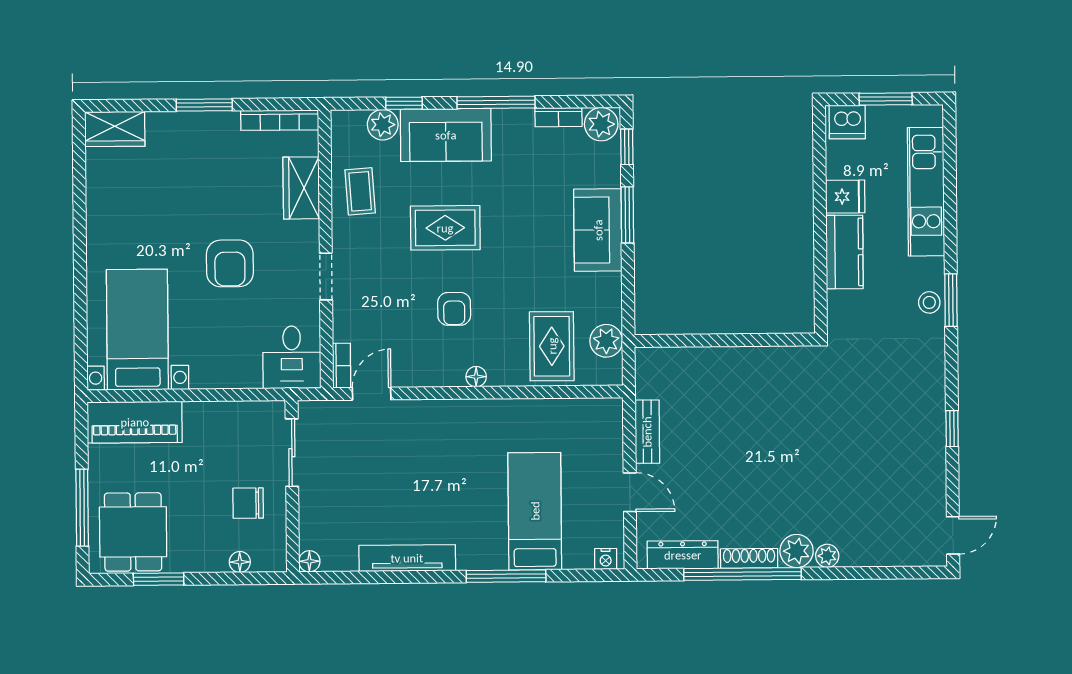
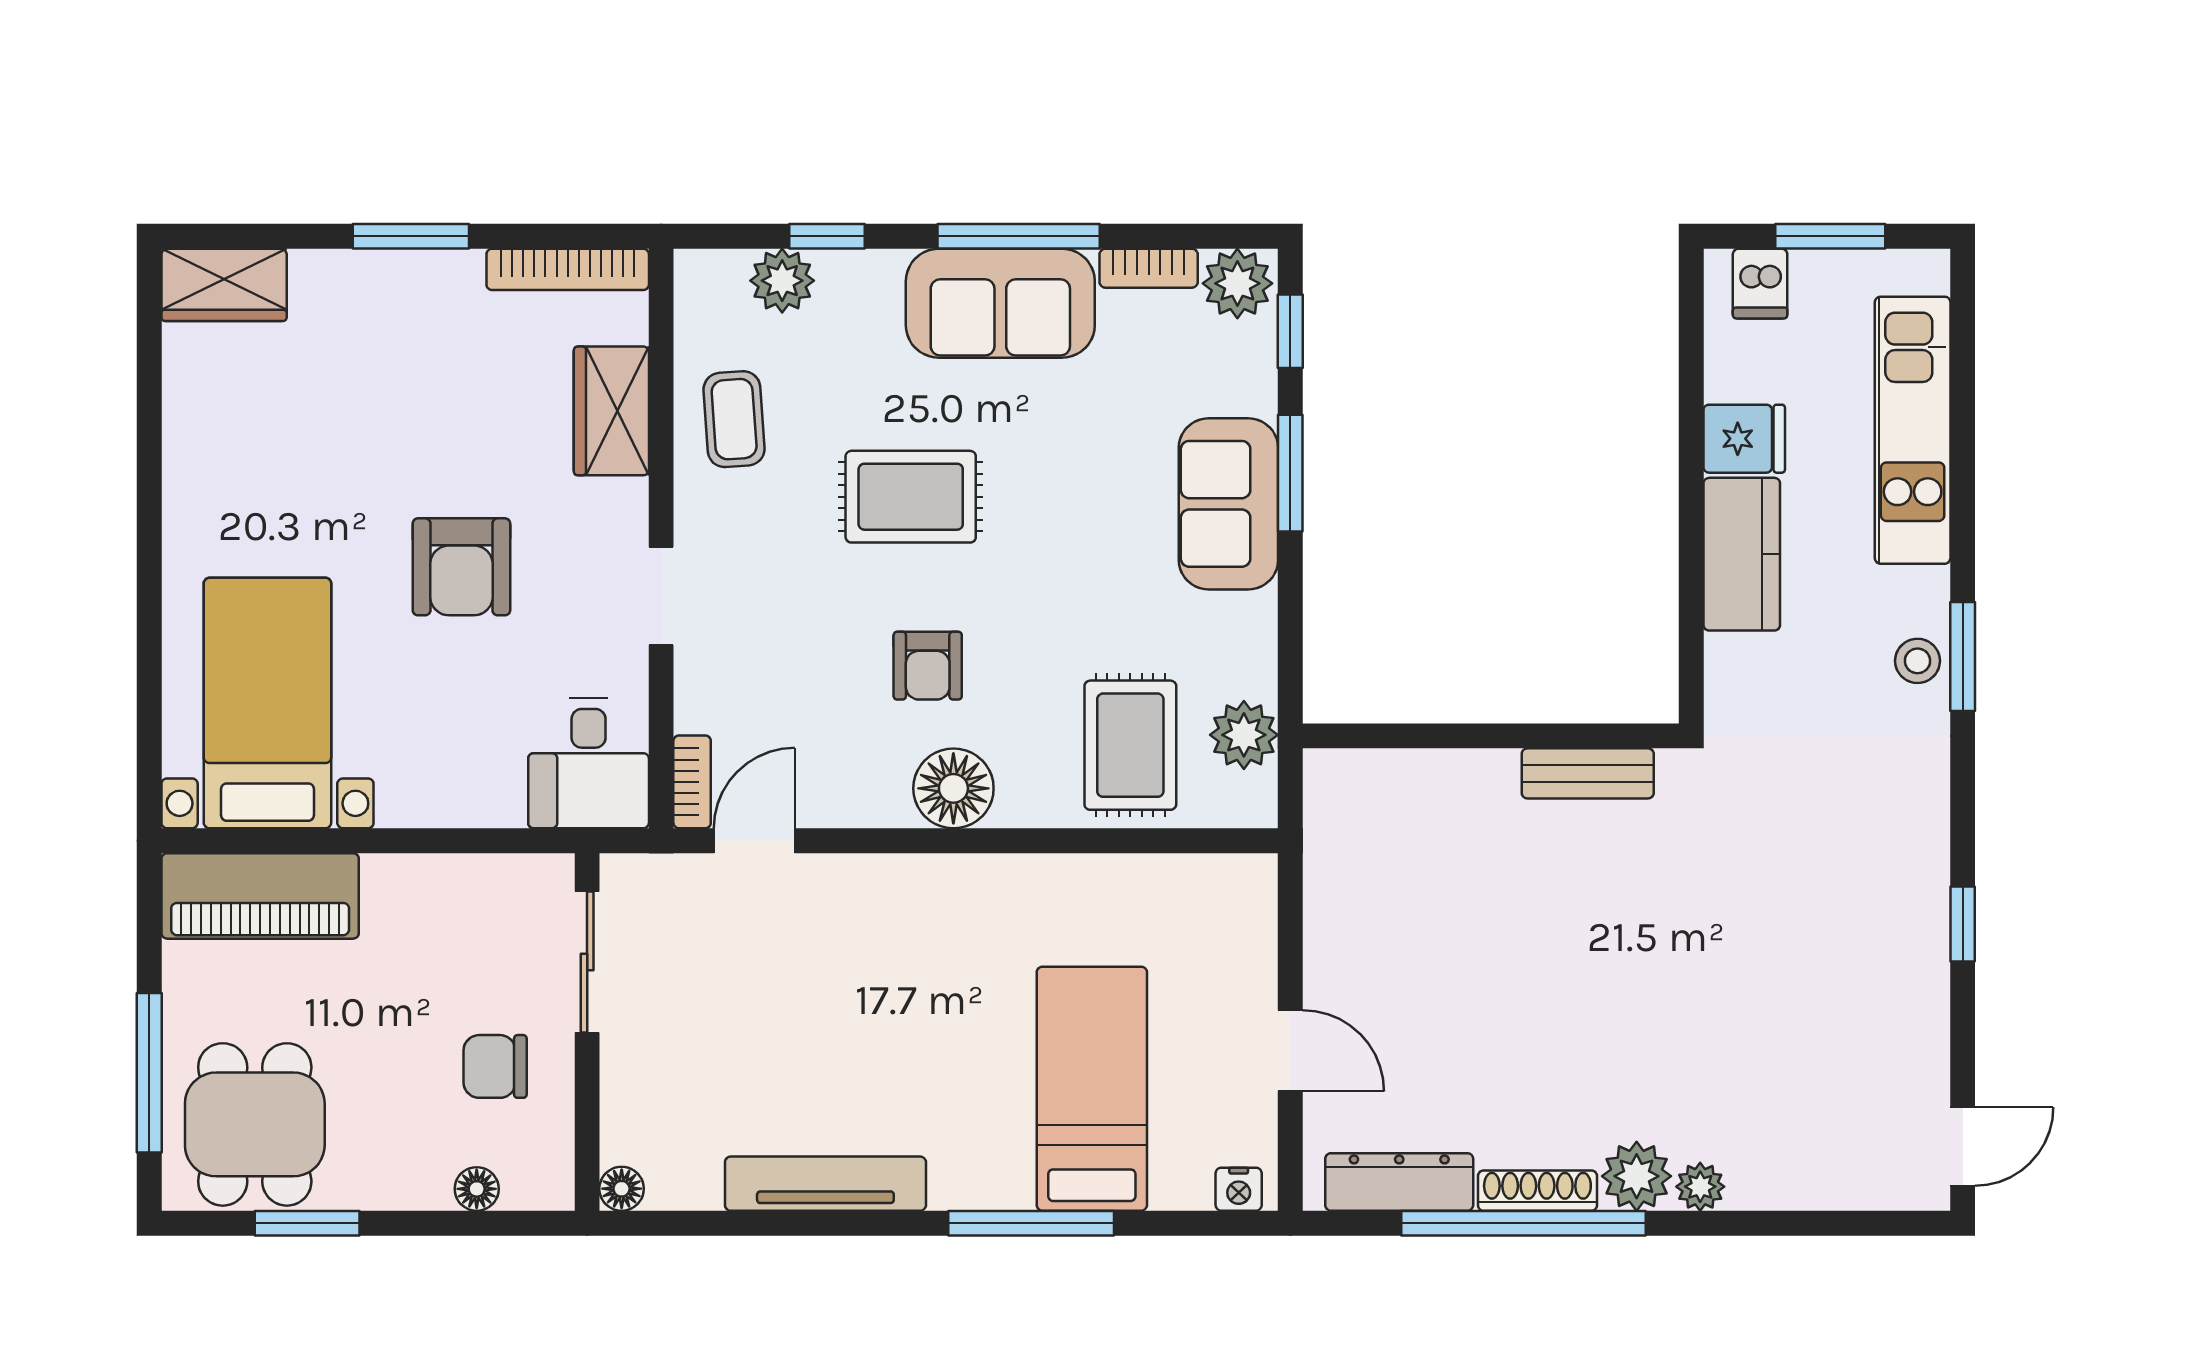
dishwasher: (847, 122) -> (1760, 284), width x0.73
sofa: (446, 135) -> (1000, 303), moved
floor lamp: (476, 377) -> (953, 788), width x1.89, depth x1.89
bench: (647, 432) -> (1588, 773), moved, turned 90

